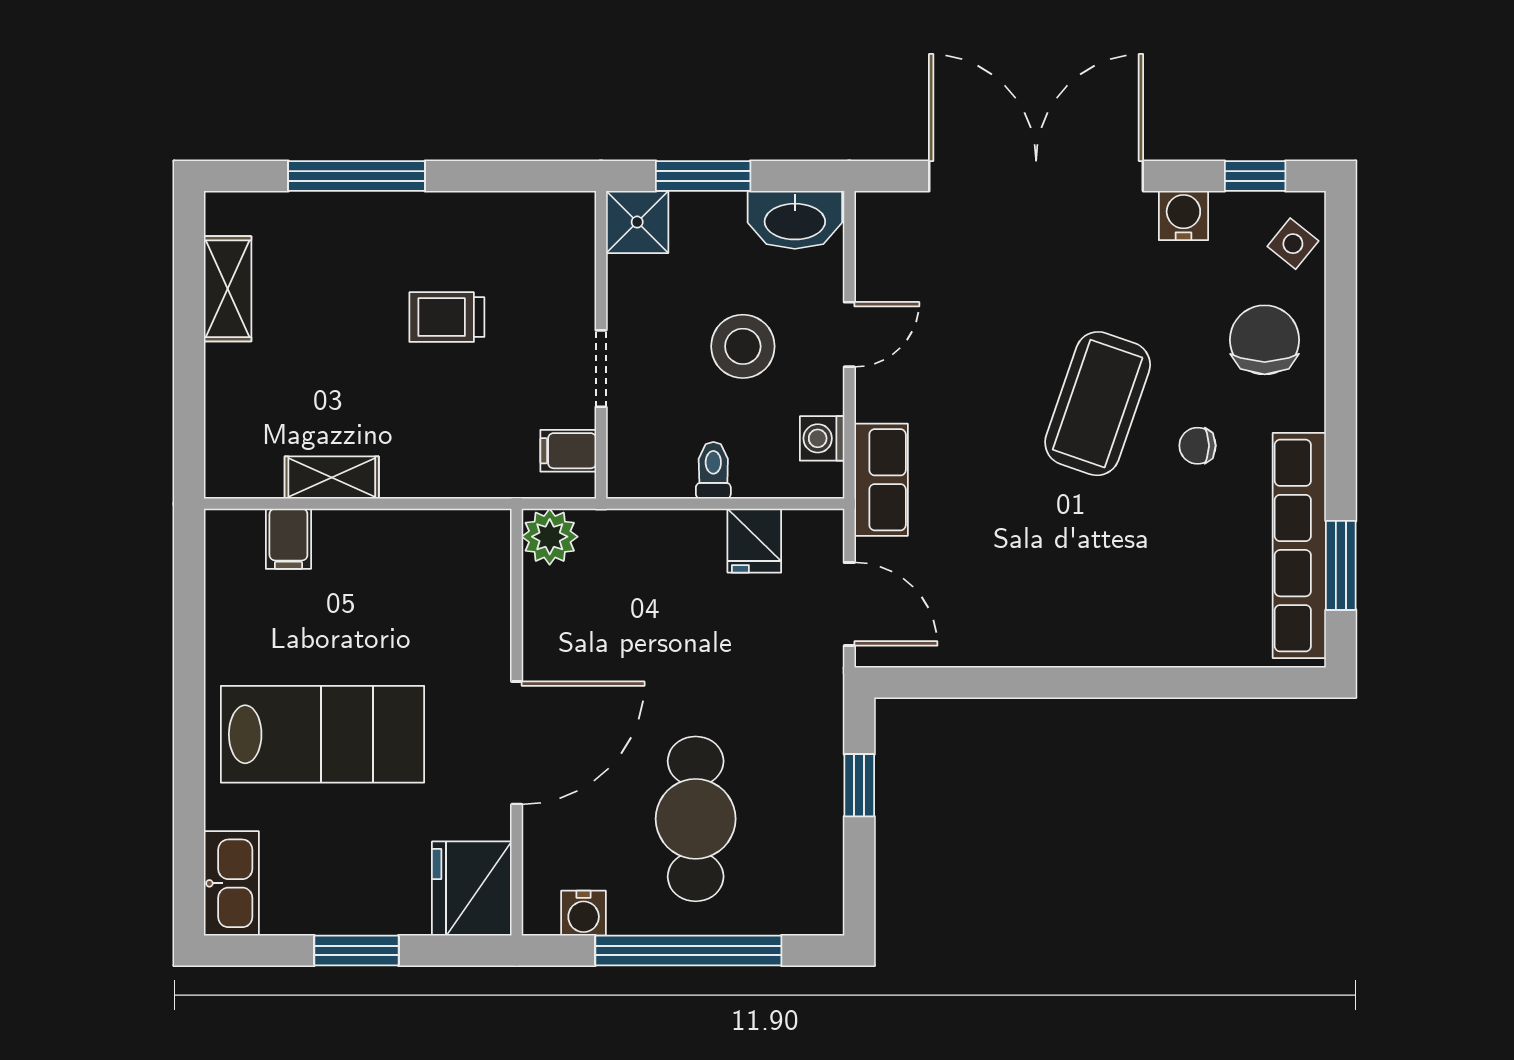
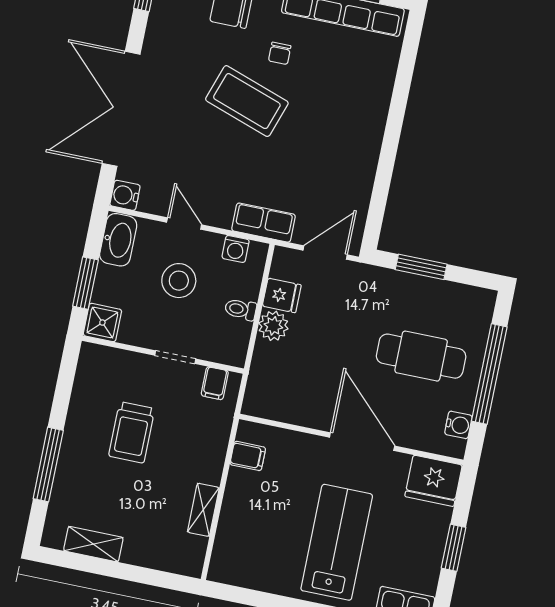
water cooler: (1183, 216) -> (125, 195), moved
trolley: (447, 317) -> (132, 432), width x1.36, depth x1.39
plant: (550, 537) -> (273, 326), moved
filing cabinet: (288, 539) -> (248, 456), moved
window: (859, 785) -> (421, 267), width x1.50

